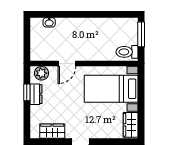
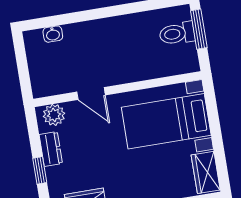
toilet: (127, 52) -> (177, 33), moved
door: (67, 64) -> (91, 93), hinge flipped
window: (27, 92) -> (40, 170), moved

